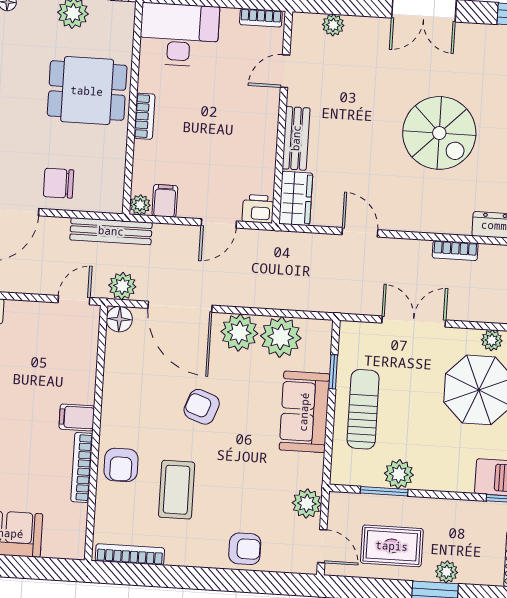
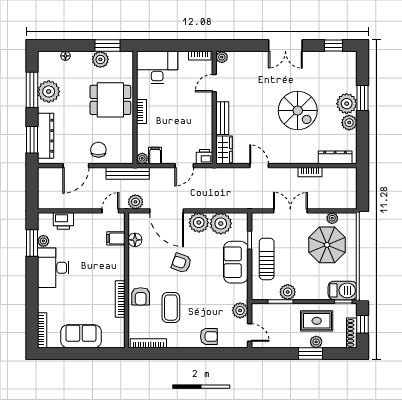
plant: (333, 25) -> (222, 57), moved
chair: (59, 183) -> (98, 150), turned 90
floor lamp: (119, 319) -> (135, 240), moved
filing cabinet: (77, 417) -> (116, 238), moved
rug: (392, 546) -> (317, 321), moved

